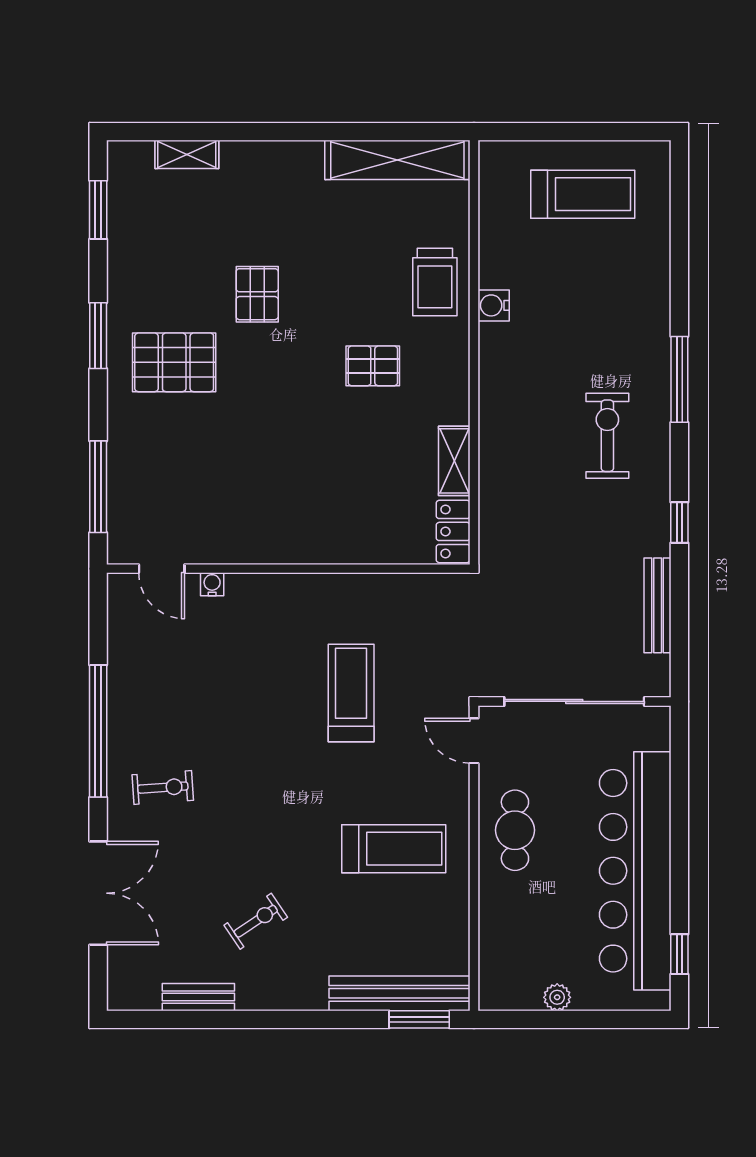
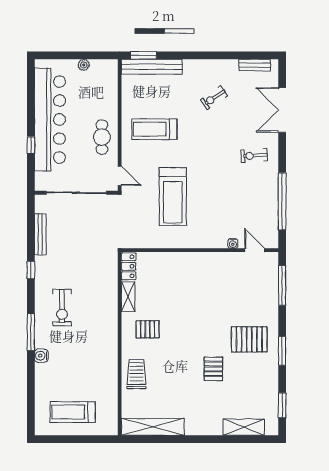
shelving: (187, 154) -> (244, 427), width x1.50, depth x1.33
water cooler: (494, 305) -> (41, 356), moved, turned 180
pallet: (373, 366) -> (148, 329), moved
treadmill: (351, 693) -> (173, 196), width x1.37, depth x1.38
window: (98, 731) -> (282, 201), moved
window: (679, 954) -> (31, 145), moved
bench: (198, 997) -> (255, 65), moved

